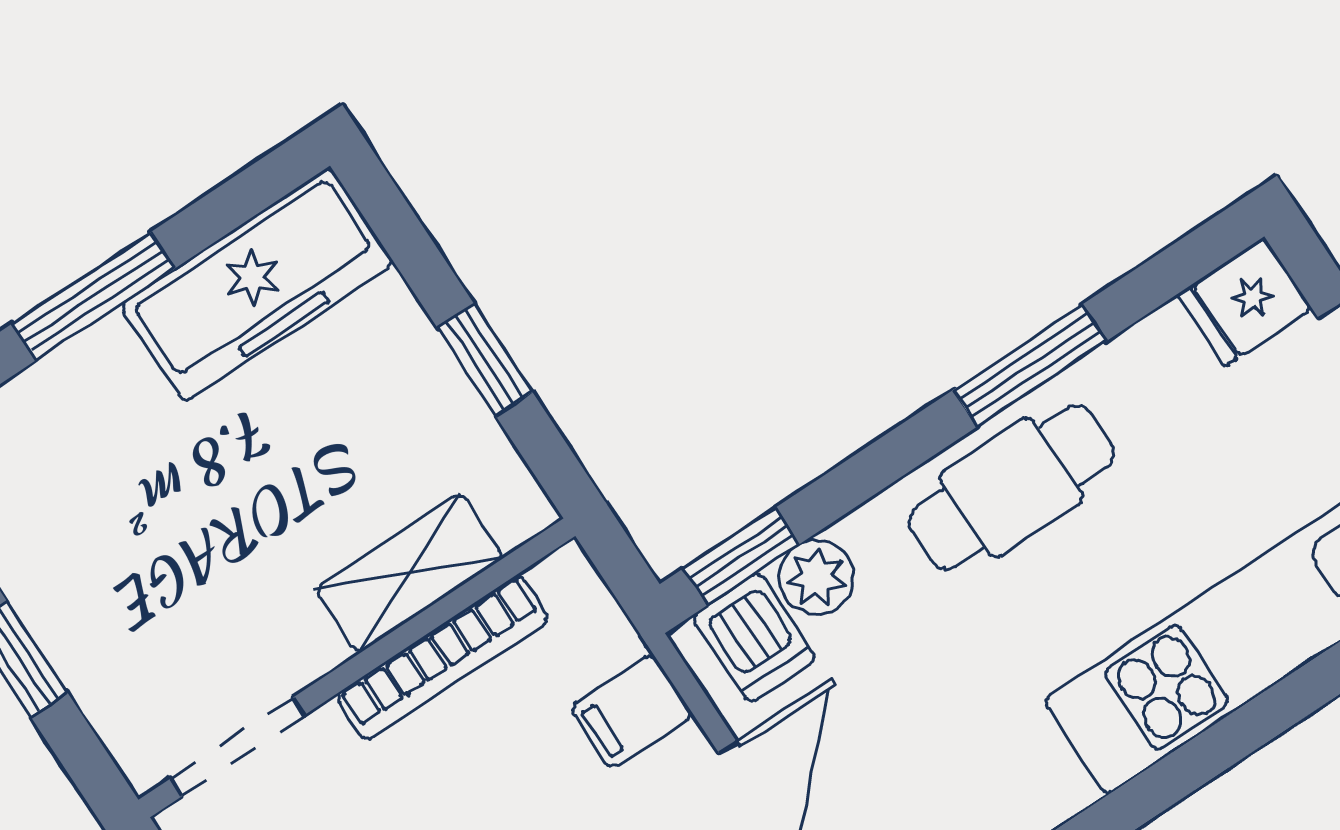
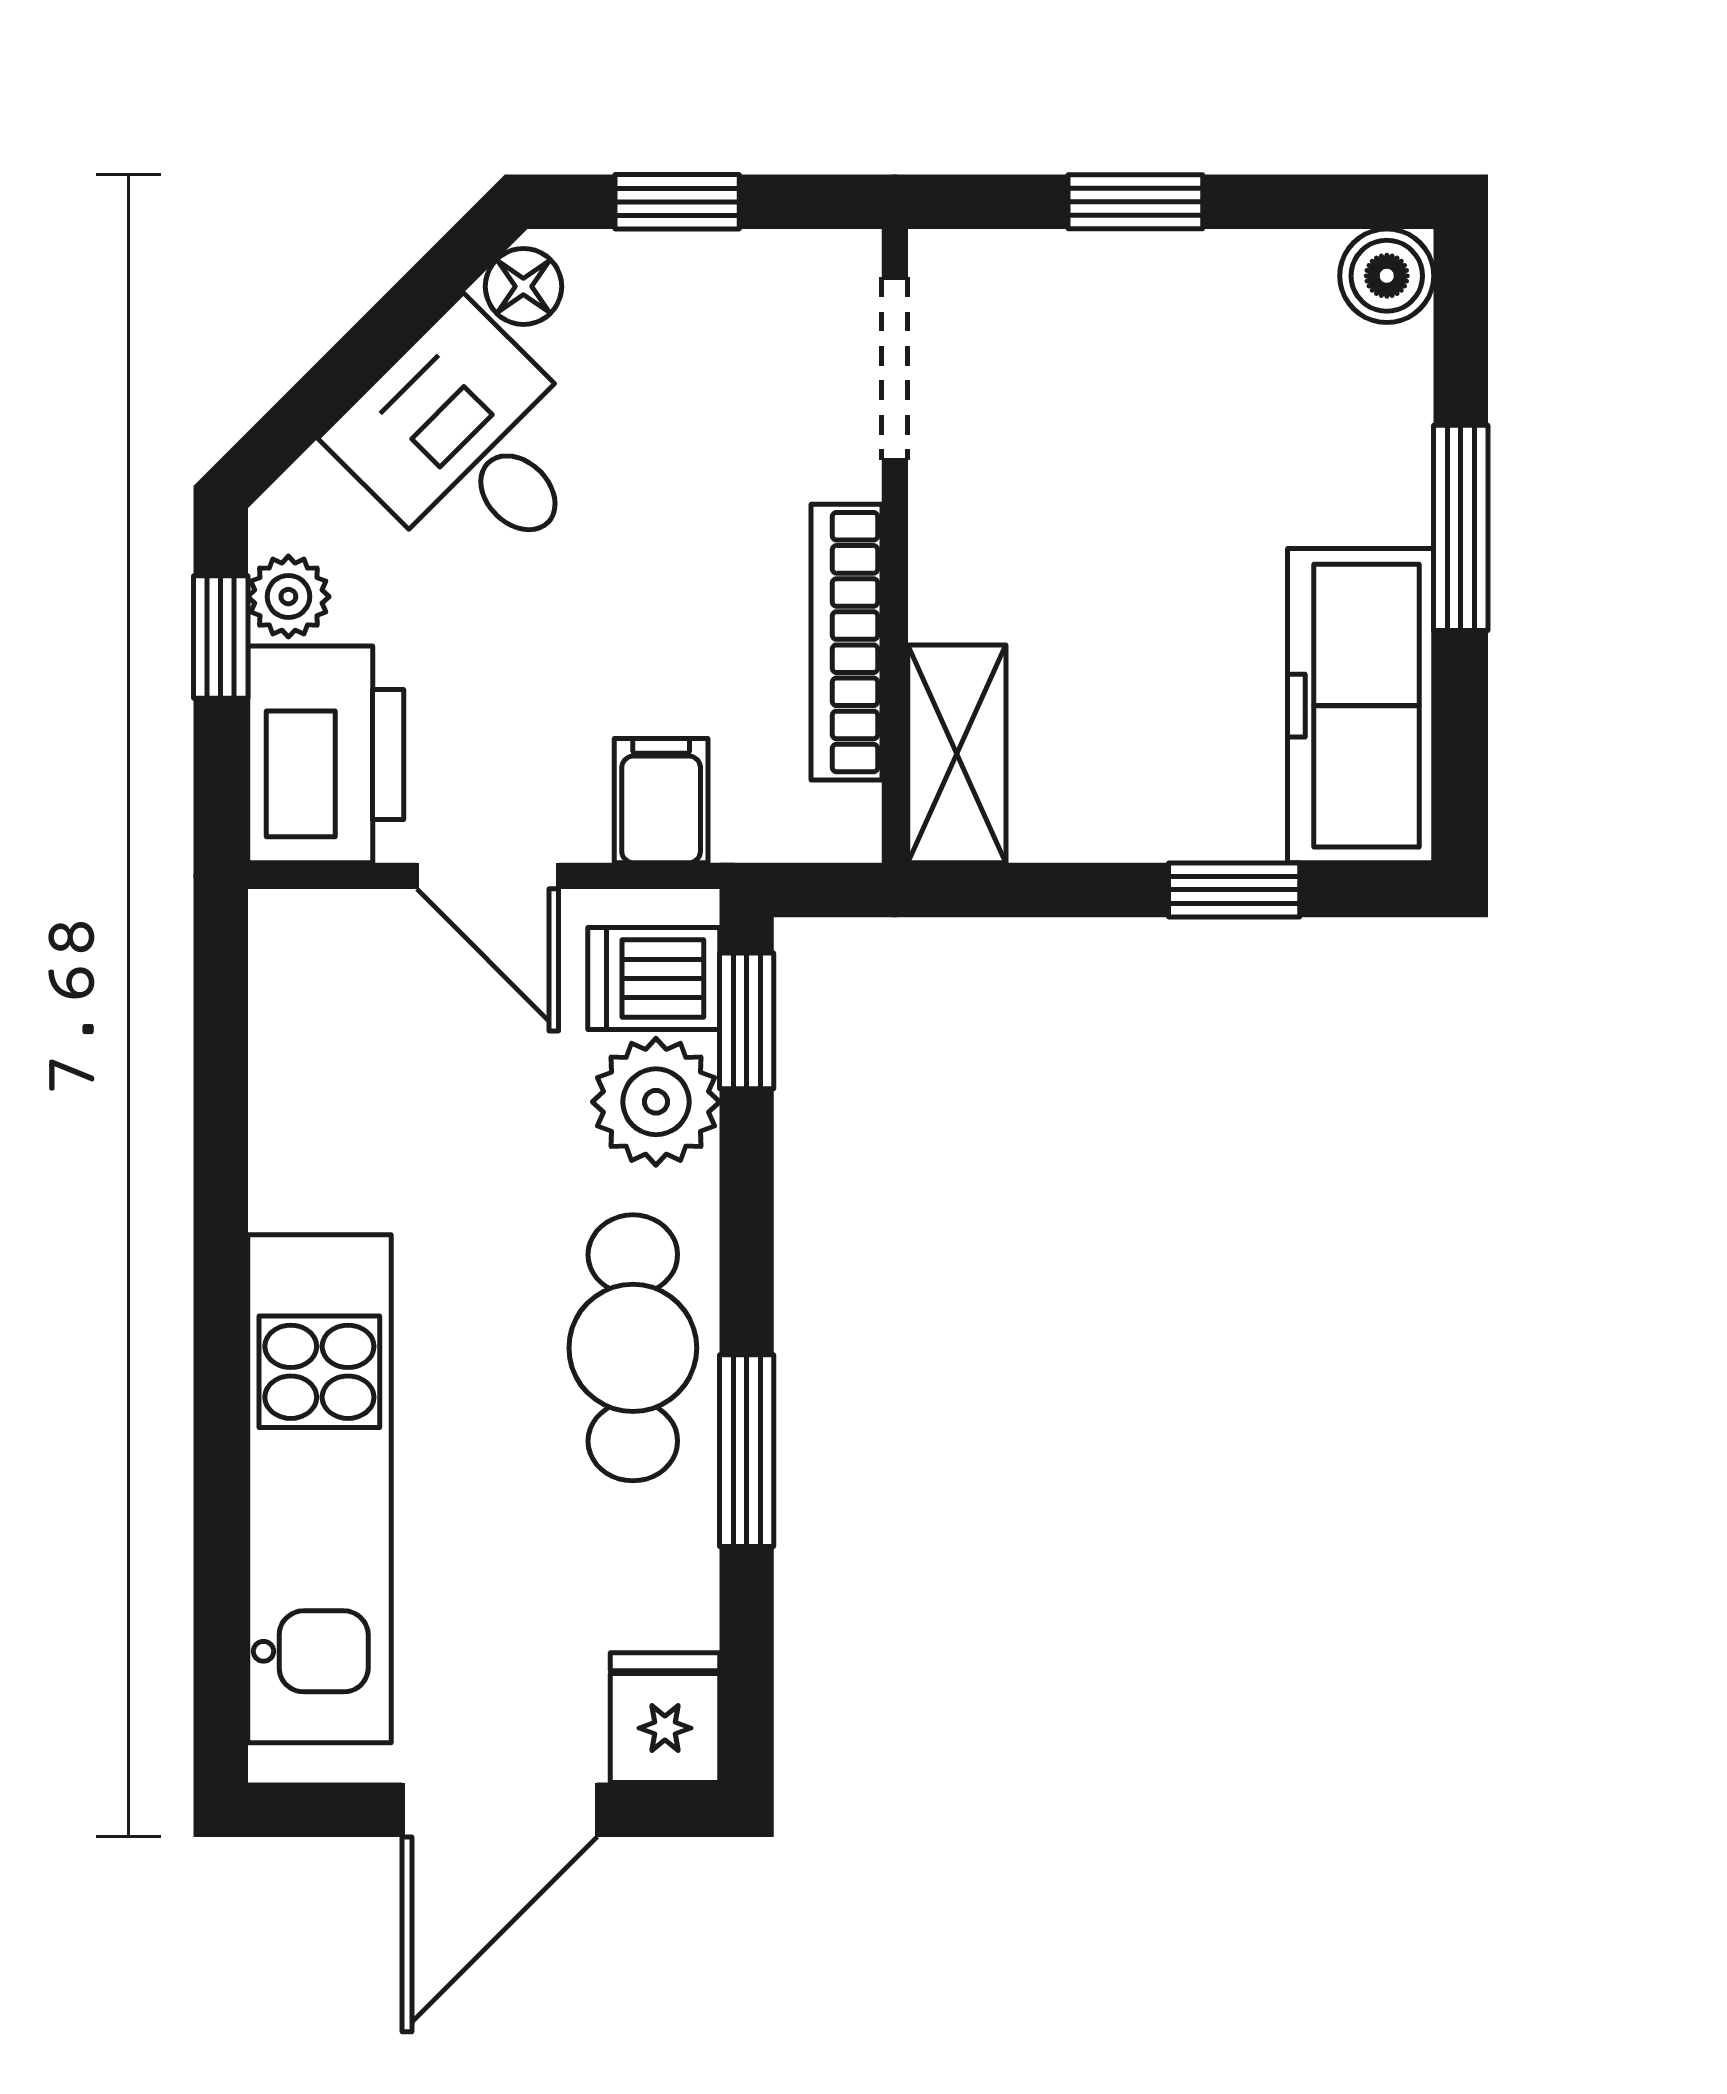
window: (485, 360) -> (1234, 890), moved
shelving: (409, 573) -> (957, 754), moved
plant: (817, 577) -> (656, 1102), width x1.38, depth x1.38

